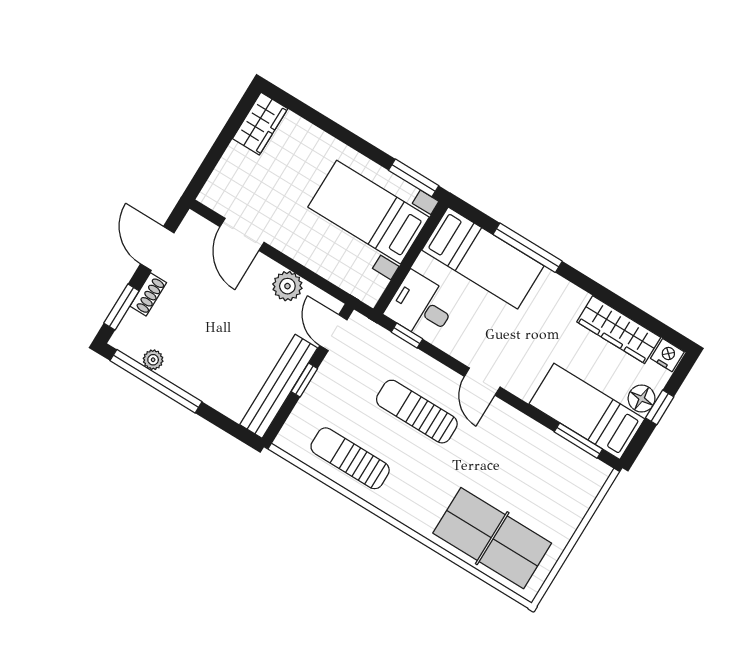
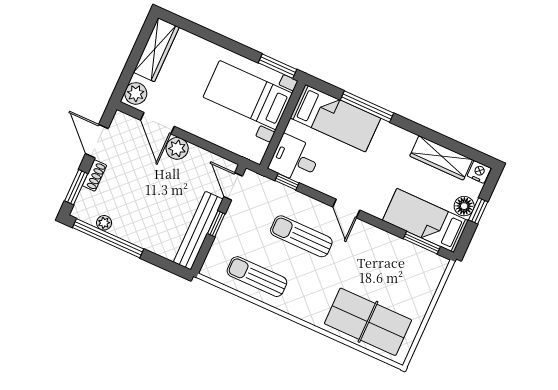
wardrobe: (260, 124) -> (156, 50), width x1.50
plant: (218, 191) -> (136, 93), added
plant: (287, 286) -> (177, 148), moved

